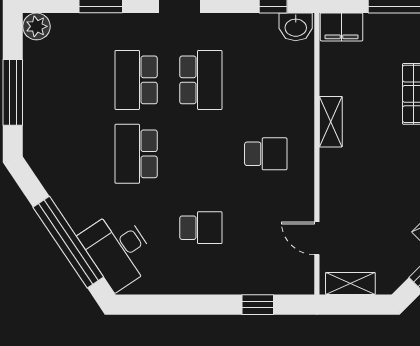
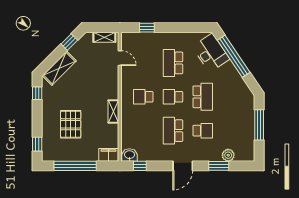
plant: (37, 26) -> (228, 155), moved
school desk: (136, 80) -> (203, 131), width x0.54
school desk: (201, 154) -> (173, 97), added
school desk: (201, 228) -> (173, 63), width x1.85

